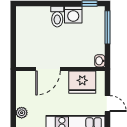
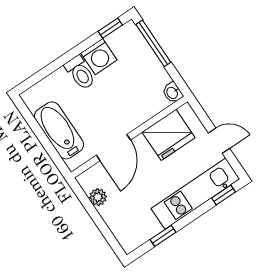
bathtub: (25, 40) -> (59, 130), added
plant: (22, 113) -> (98, 197), moved

